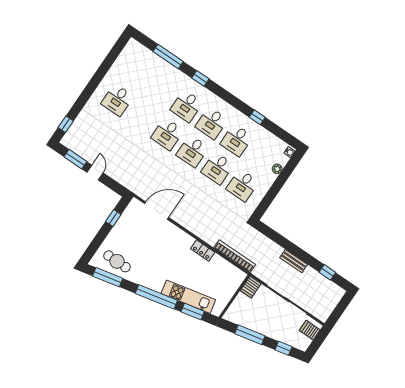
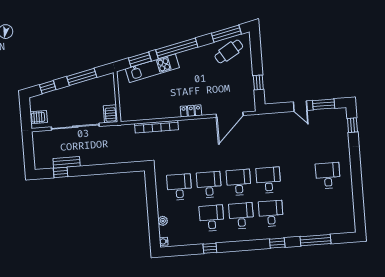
locker: (203, 250) -> (191, 111), moved
bookcase: (235, 256) -> (157, 127), moved
cafe table: (117, 261) -> (229, 51), turned -31
bench: (294, 261) -> (67, 162), moved

